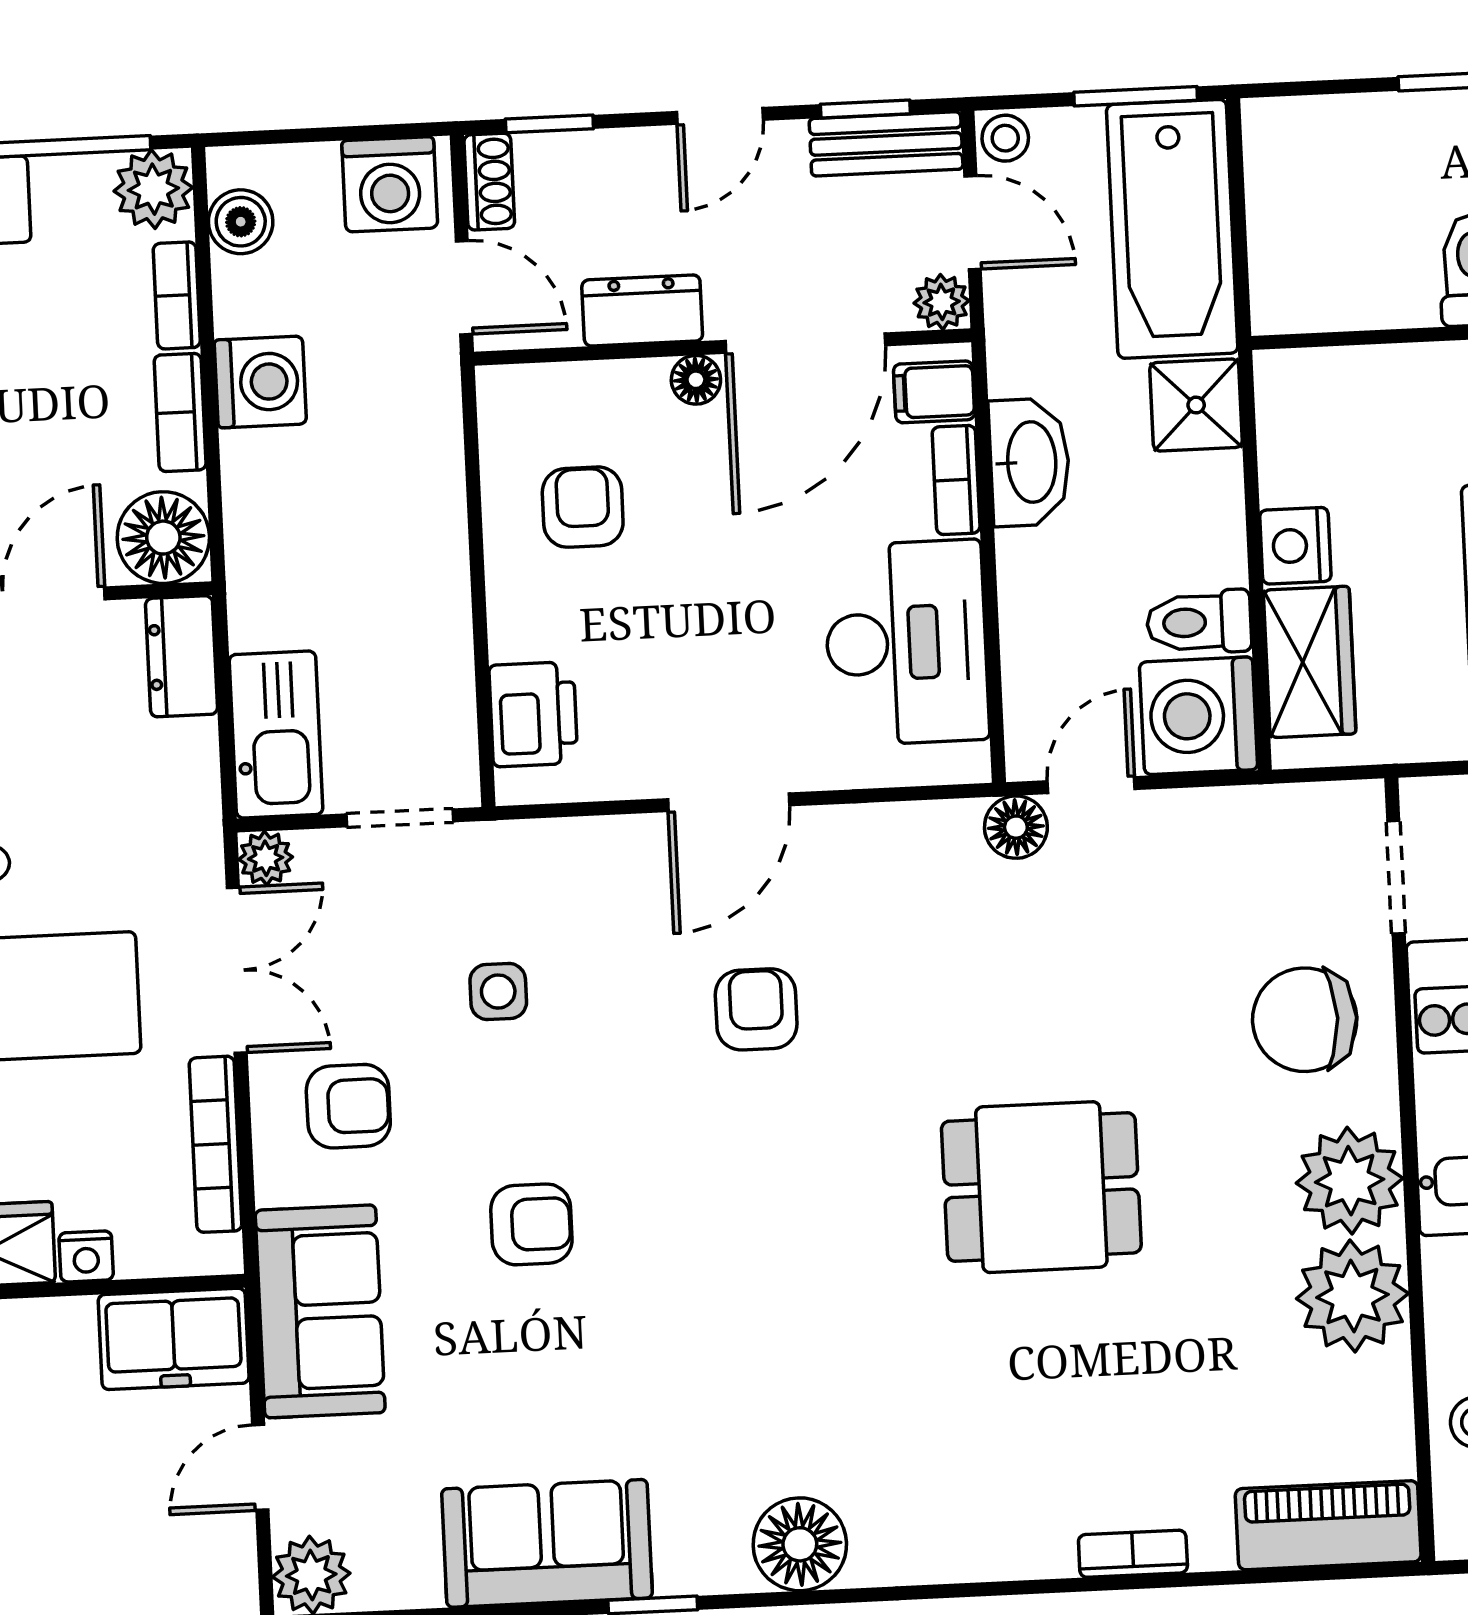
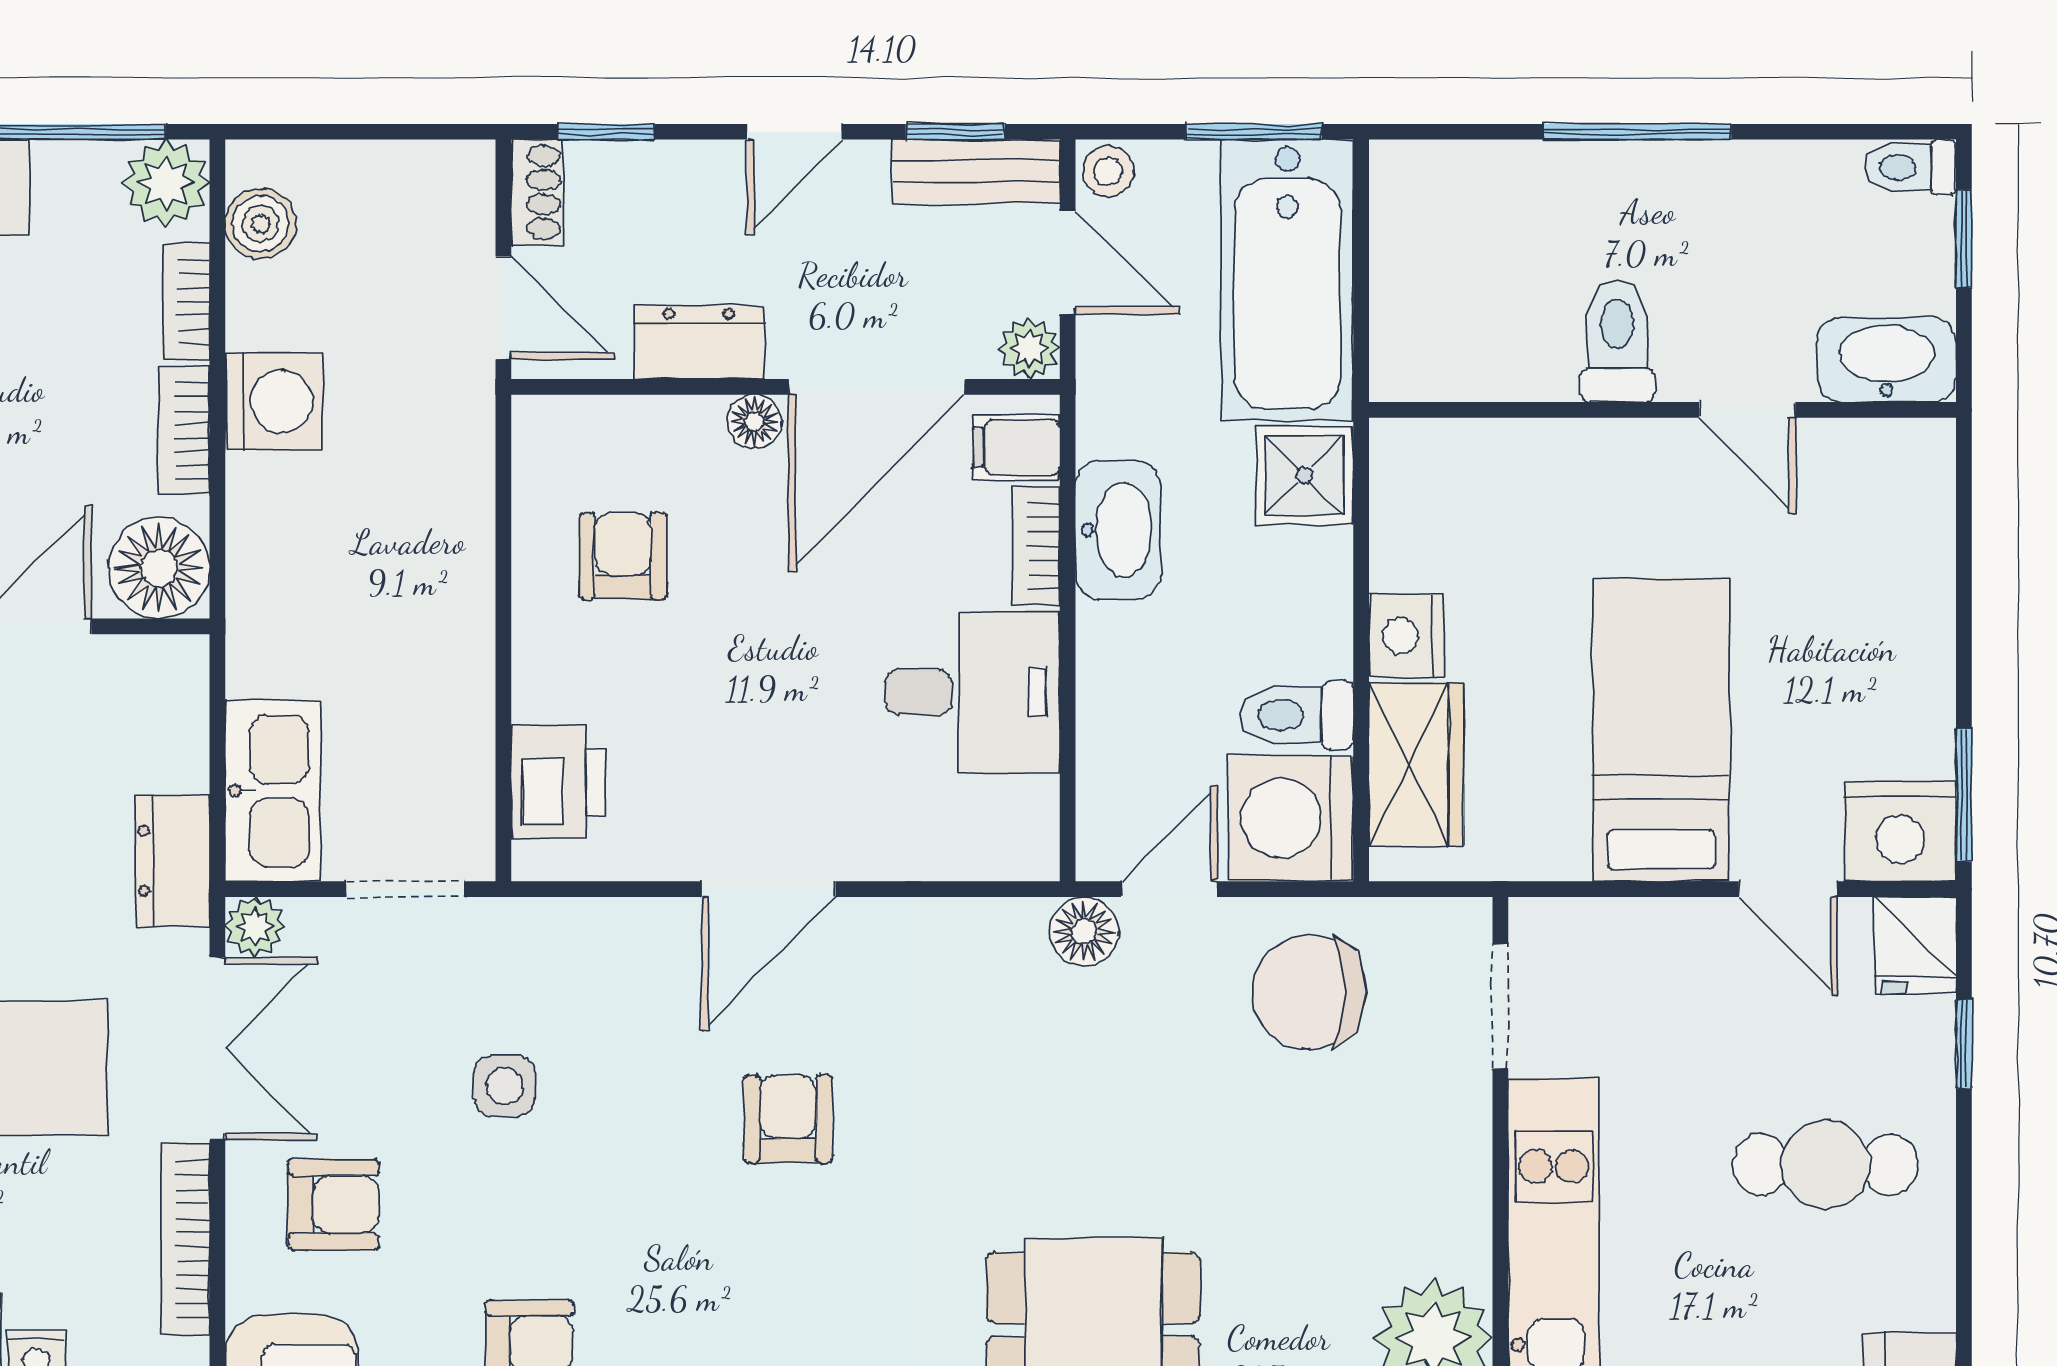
washing machine: (390, 184) -> (427, 190), removed
desk: (906, 643) -> (973, 692), width x0.73
dresser: (182, 656) -> (173, 861), moved
chair: (1305, 1020) -> (1309, 992), moved

